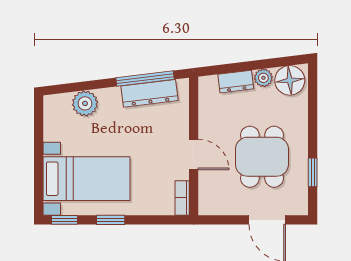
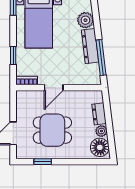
dresser: (149, 93) -> (90, 46), moved
window: (111, 220) -> (13, 55), moved

